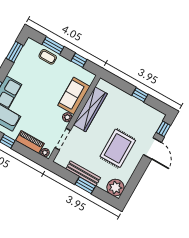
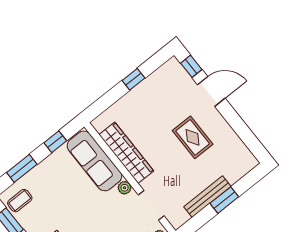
coffee table: (48, 57) -> (20, 201), moved
sofa: (74, 96) -> (94, 161), width x1.36
rug: (118, 148) -> (193, 137), width x0.73, depth x0.70
plant: (115, 188) -> (243, 161), removed

